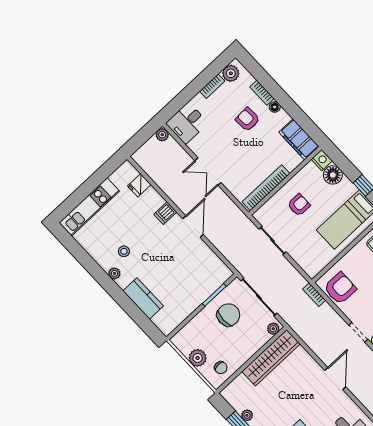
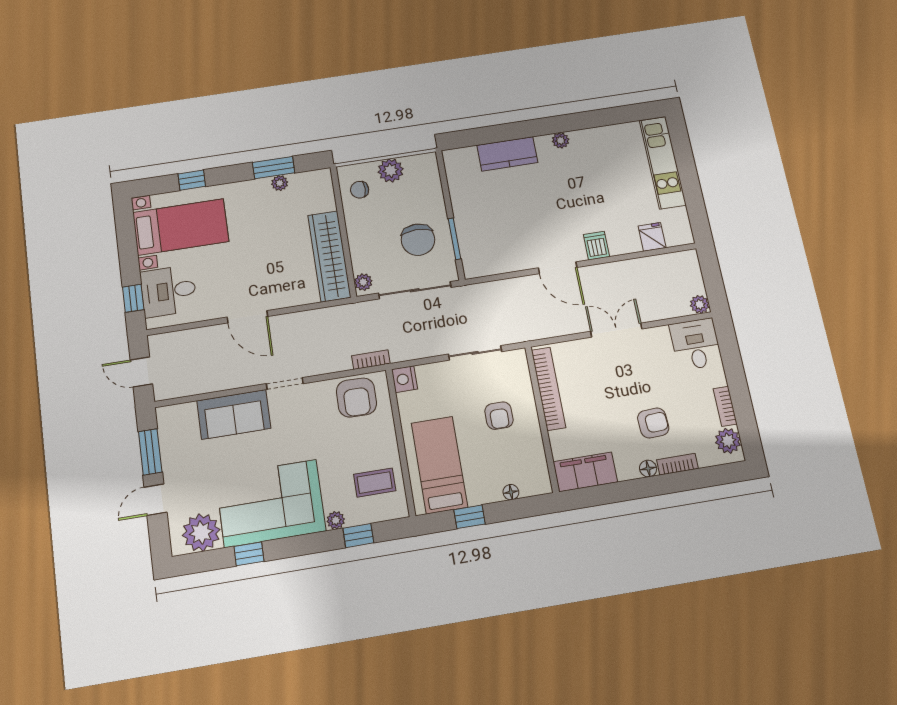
nightstand: (322, 160) -> (405, 379), moved, turned 90
floor lamp: (333, 175) -> (511, 492), width x0.53, depth x0.53
stool: (124, 251) -> (581, 168), removed

